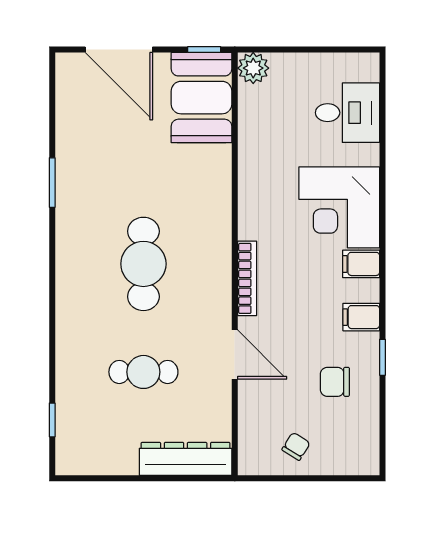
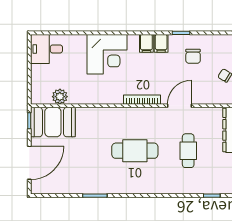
plant: (253, 68) -> (60, 97), moved
desk: (347, 113) -> (47, 49), moved, turned -90
filing cabinet: (361, 264) -> (146, 43), moved

